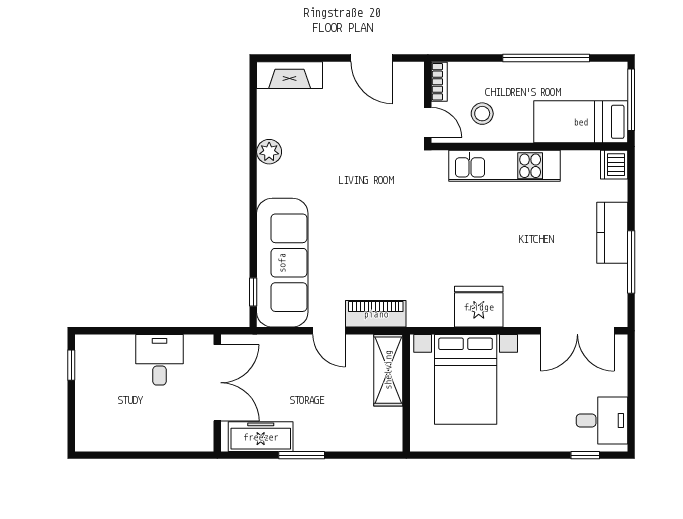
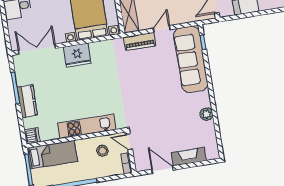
fireplace: (290, 75) -> (189, 157), moved
fridge: (479, 307) -> (77, 55), moved
door: (329, 331) -> (162, 29), hinge flipped

